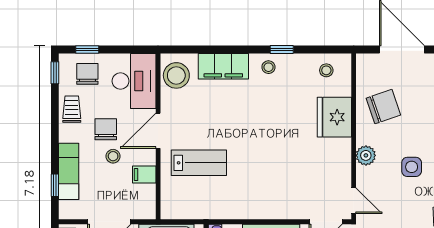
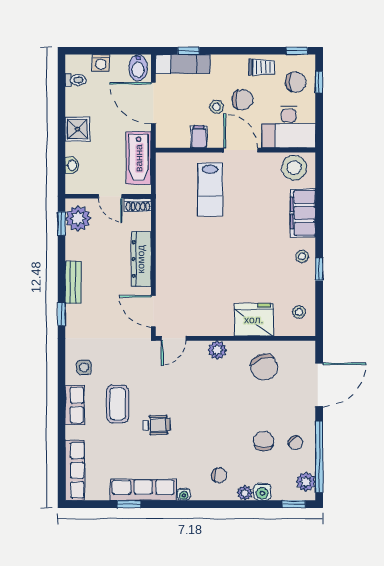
side table: (412, 167) -> (206, 394), removed
exam couch: (69, 171) -> (183, 64), moved

